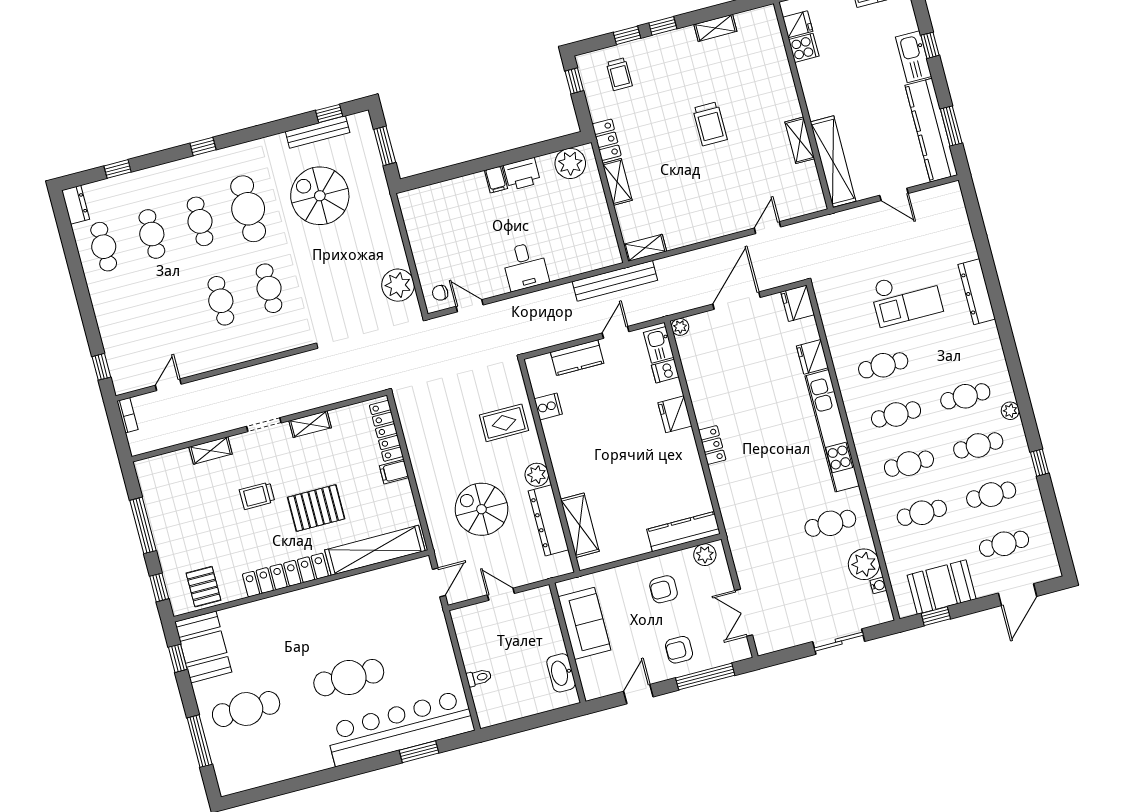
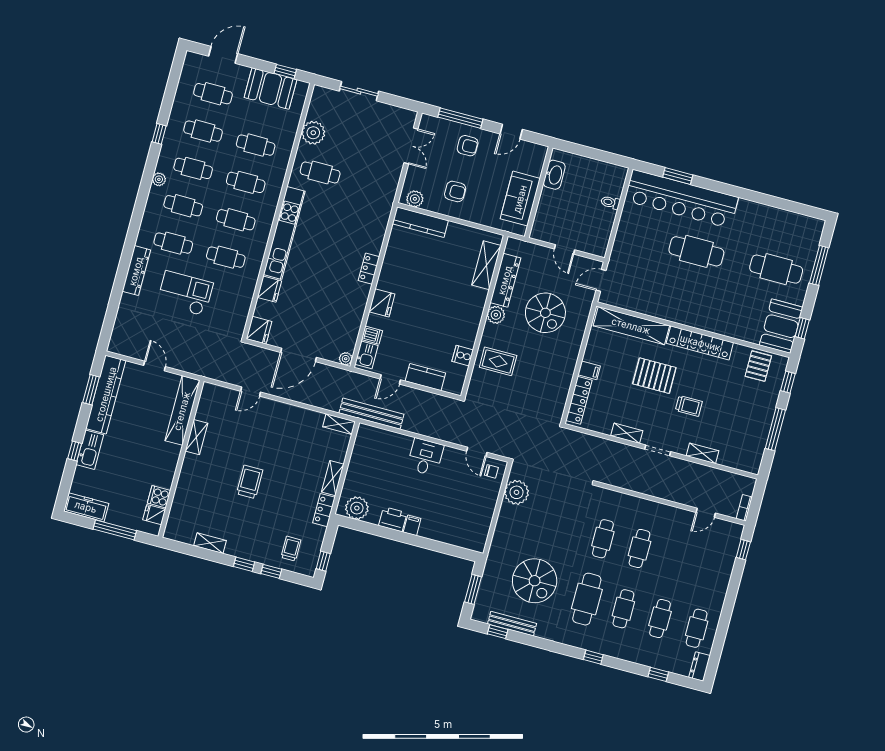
cafe table: (952, 347) -> (173, 243), added
water cooler: (878, 585) -> (312, 113), removed

